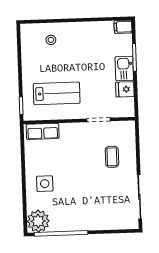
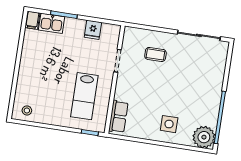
stool: (51, 40) -> (27, 110), moved
kitchen sink: (124, 68) -> (52, 23), moved
lab bench: (57, 93) -> (84, 96), turned 180

